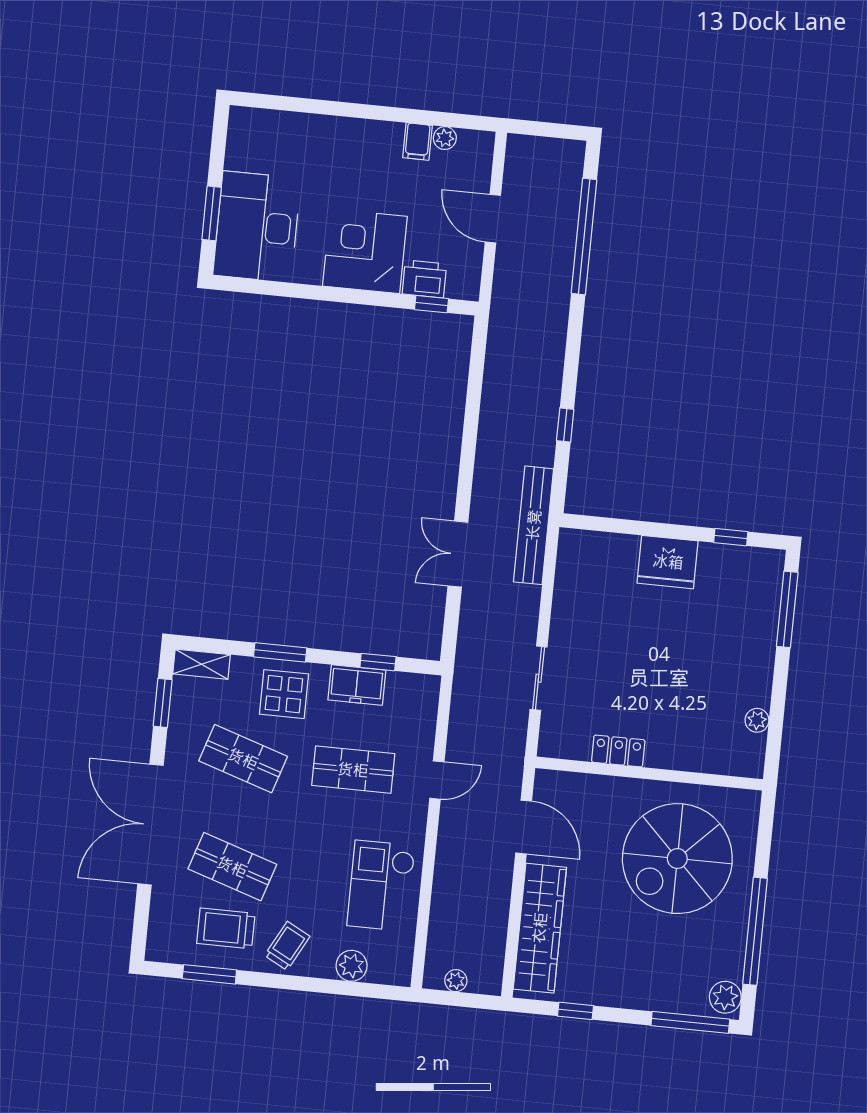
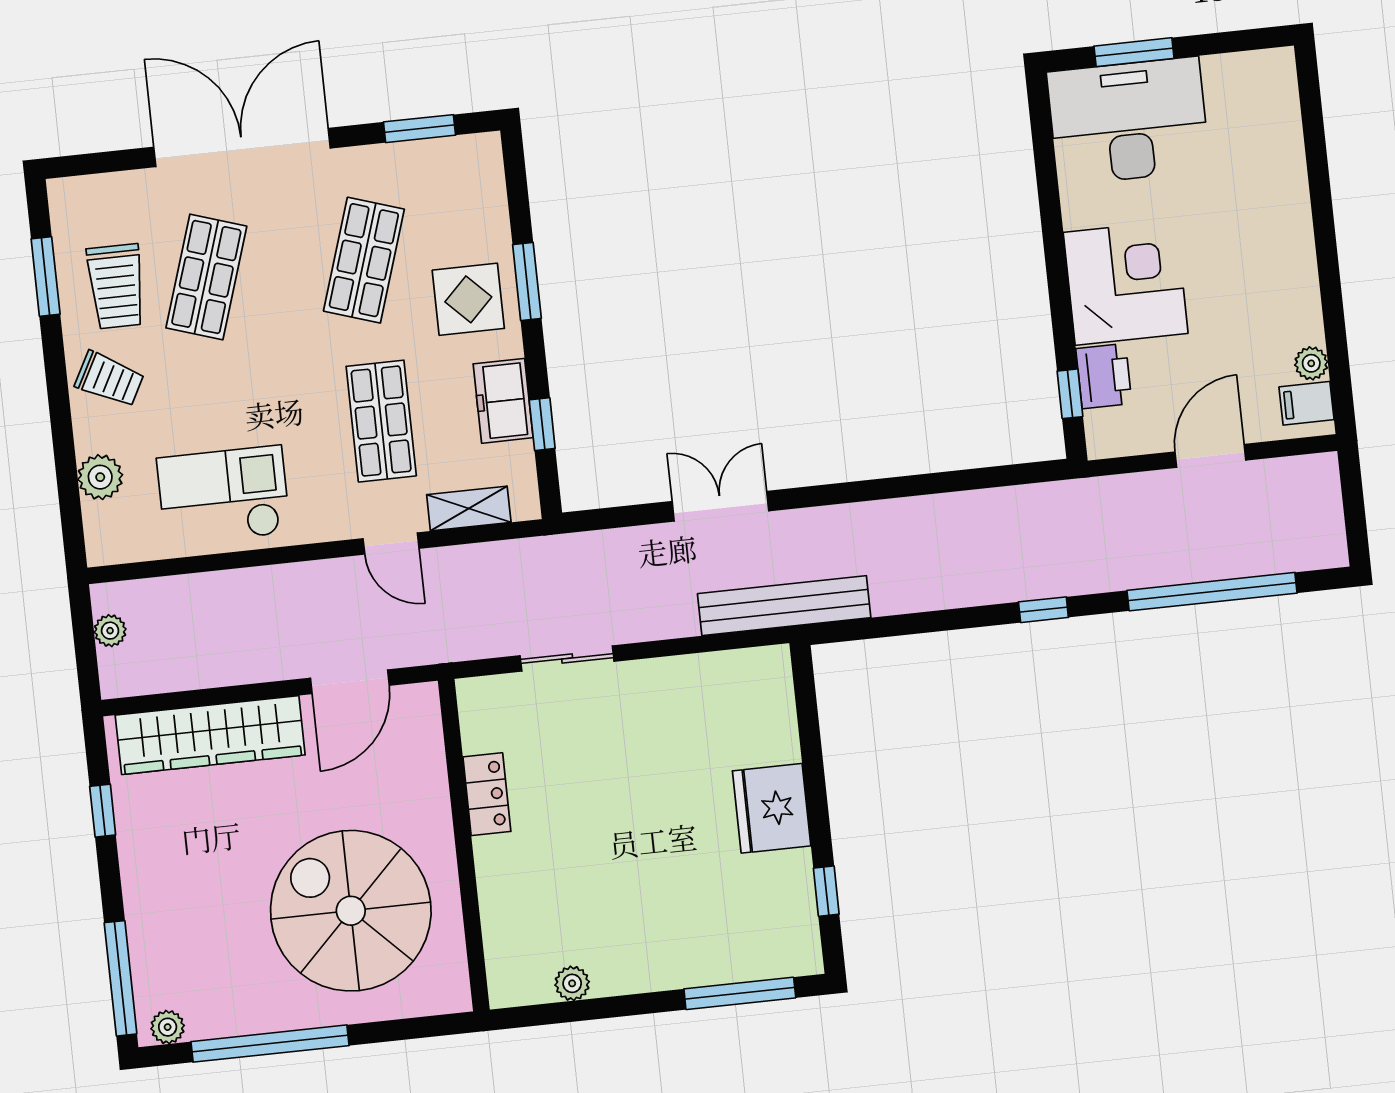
filing cabinet: (417, 141) -> (1307, 403), moved
window: (565, 425) -> (1043, 610), moved
shelving: (202, 664) -> (469, 508), moved, turned 90
trolley: (226, 928) -> (116, 286), turned 180
plant: (725, 997) -> (168, 1027), width x0.73, depth x0.73

